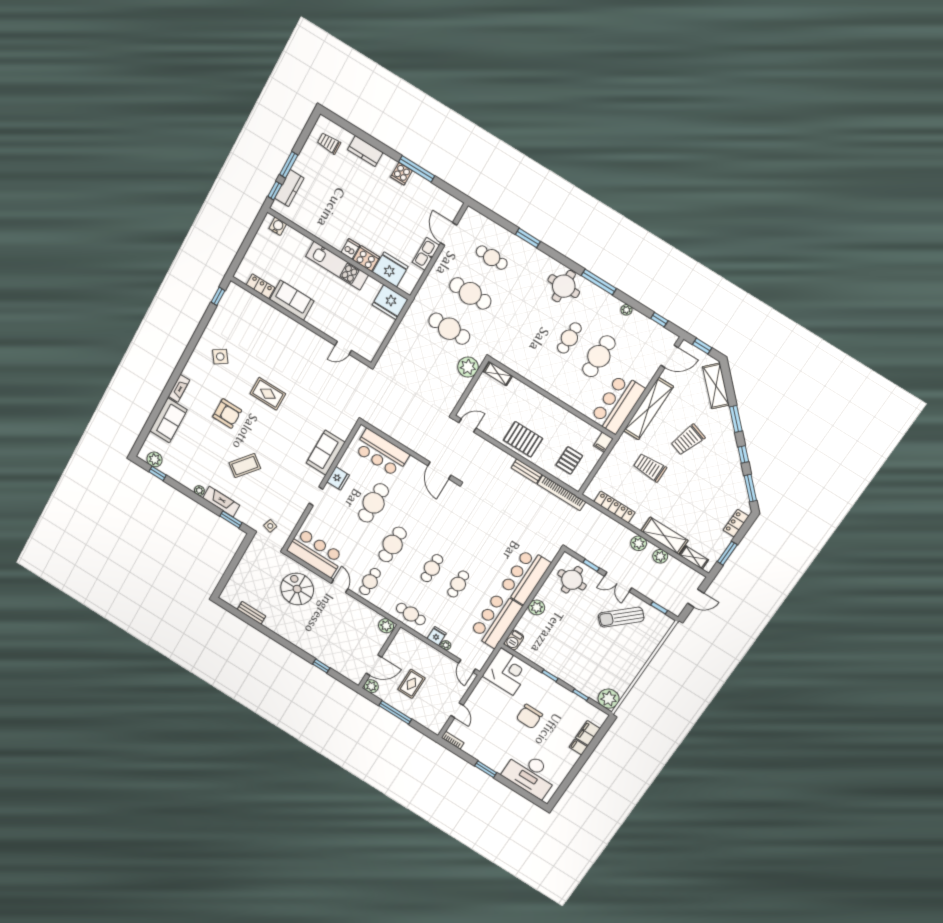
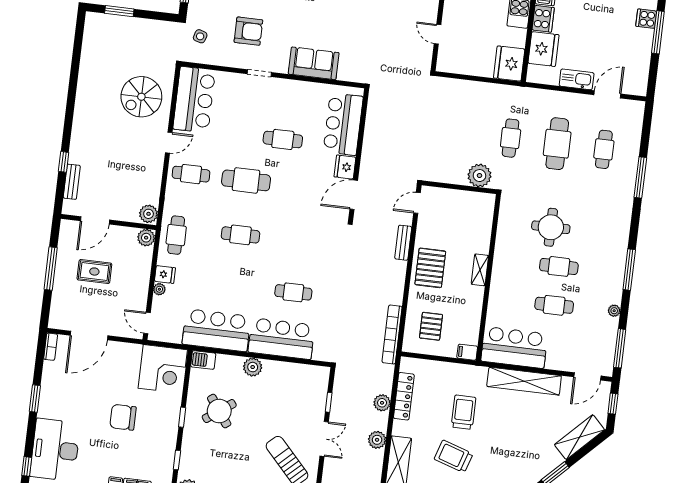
window: (528, 238) -> (640, 177), width x1.44
round table: (564, 286) -> (551, 227), moved
window: (659, 320) -> (620, 348), width x2.17
cafe table: (449, 329) -> (511, 138), width x0.73, depth x0.74
cafe table: (599, 356) -> (554, 305), width x0.73, depth x0.74
door: (670, 356) -> (587, 376), hinge flipped
shelving: (498, 374) -> (480, 270), moved
door: (468, 425) -> (417, 203), swing flipped
trolley: (688, 440) -> (453, 456), moved
pallet: (569, 460) -> (431, 326), turned 90
bench: (527, 471) -> (403, 243), moved
fridge: (338, 478) -> (345, 167), moved, turned 90
armchair: (281, 489) -> (248, 31), added
cafe table: (374, 503) -> (283, 139), width x0.73, depth x0.74
plant: (660, 556) -> (382, 403), moved
window: (228, 574) -> (119, 11), added
round table: (572, 580) -> (219, 411), moved, turned -36
double door: (618, 582) -> (324, 439), swing flipped
cafe table: (458, 584) -> (293, 292), moved
spiral stairs: (297, 589) -> (141, 97), turned 180
bench: (251, 613) -> (72, 182), moved
door: (374, 665) -> (95, 220), hinge flipped
door: (467, 666) -> (147, 323), hinge flipped
plant: (371, 686) -> (146, 238), moved
door: (457, 710) -> (89, 335), width x1.87
window: (533, 799) -> (27, 466), added

